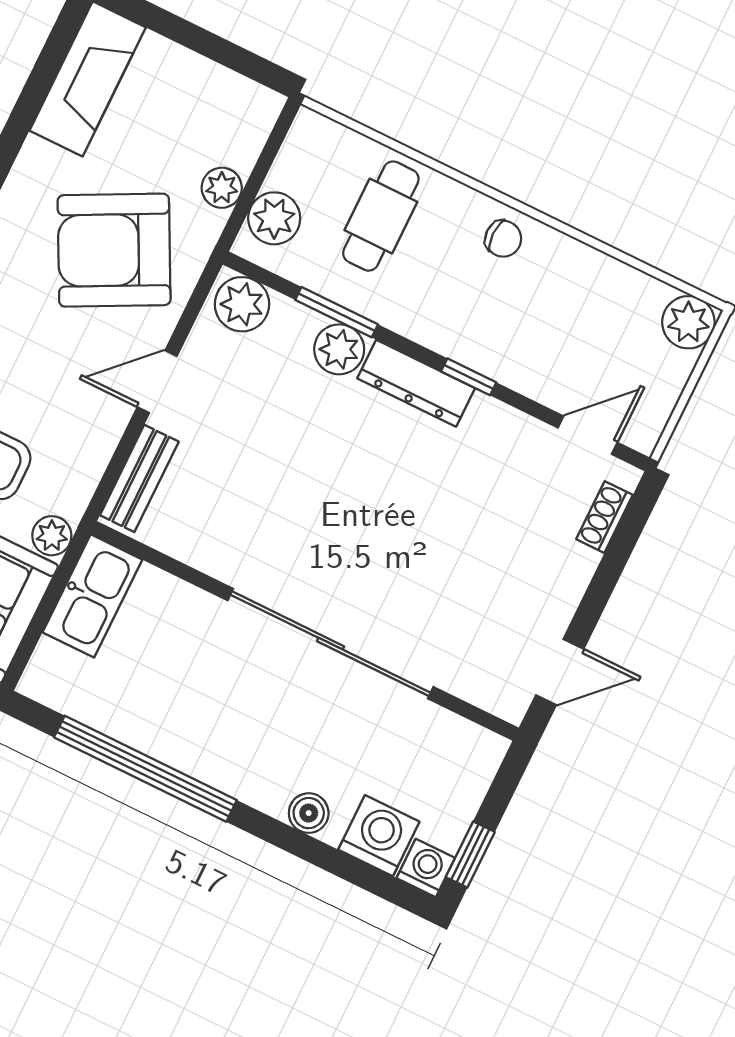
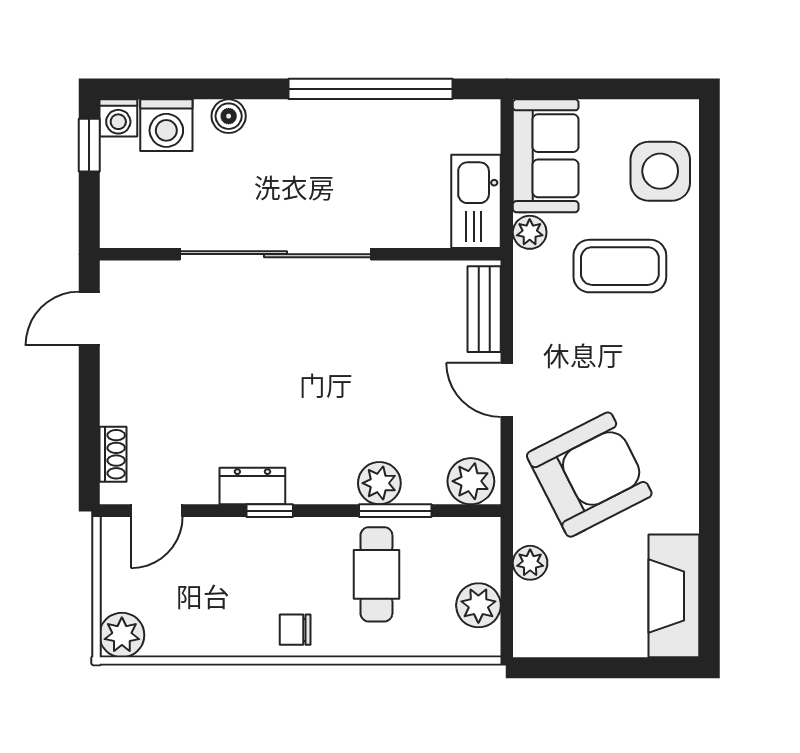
cafe table: (381, 216) -> (376, 574), moved
plant: (274, 218) -> (478, 605), moved
door: (157, 382) -> (507, 390), swing flipped
dresser: (416, 383) -> (252, 486), moved, width x0.70

